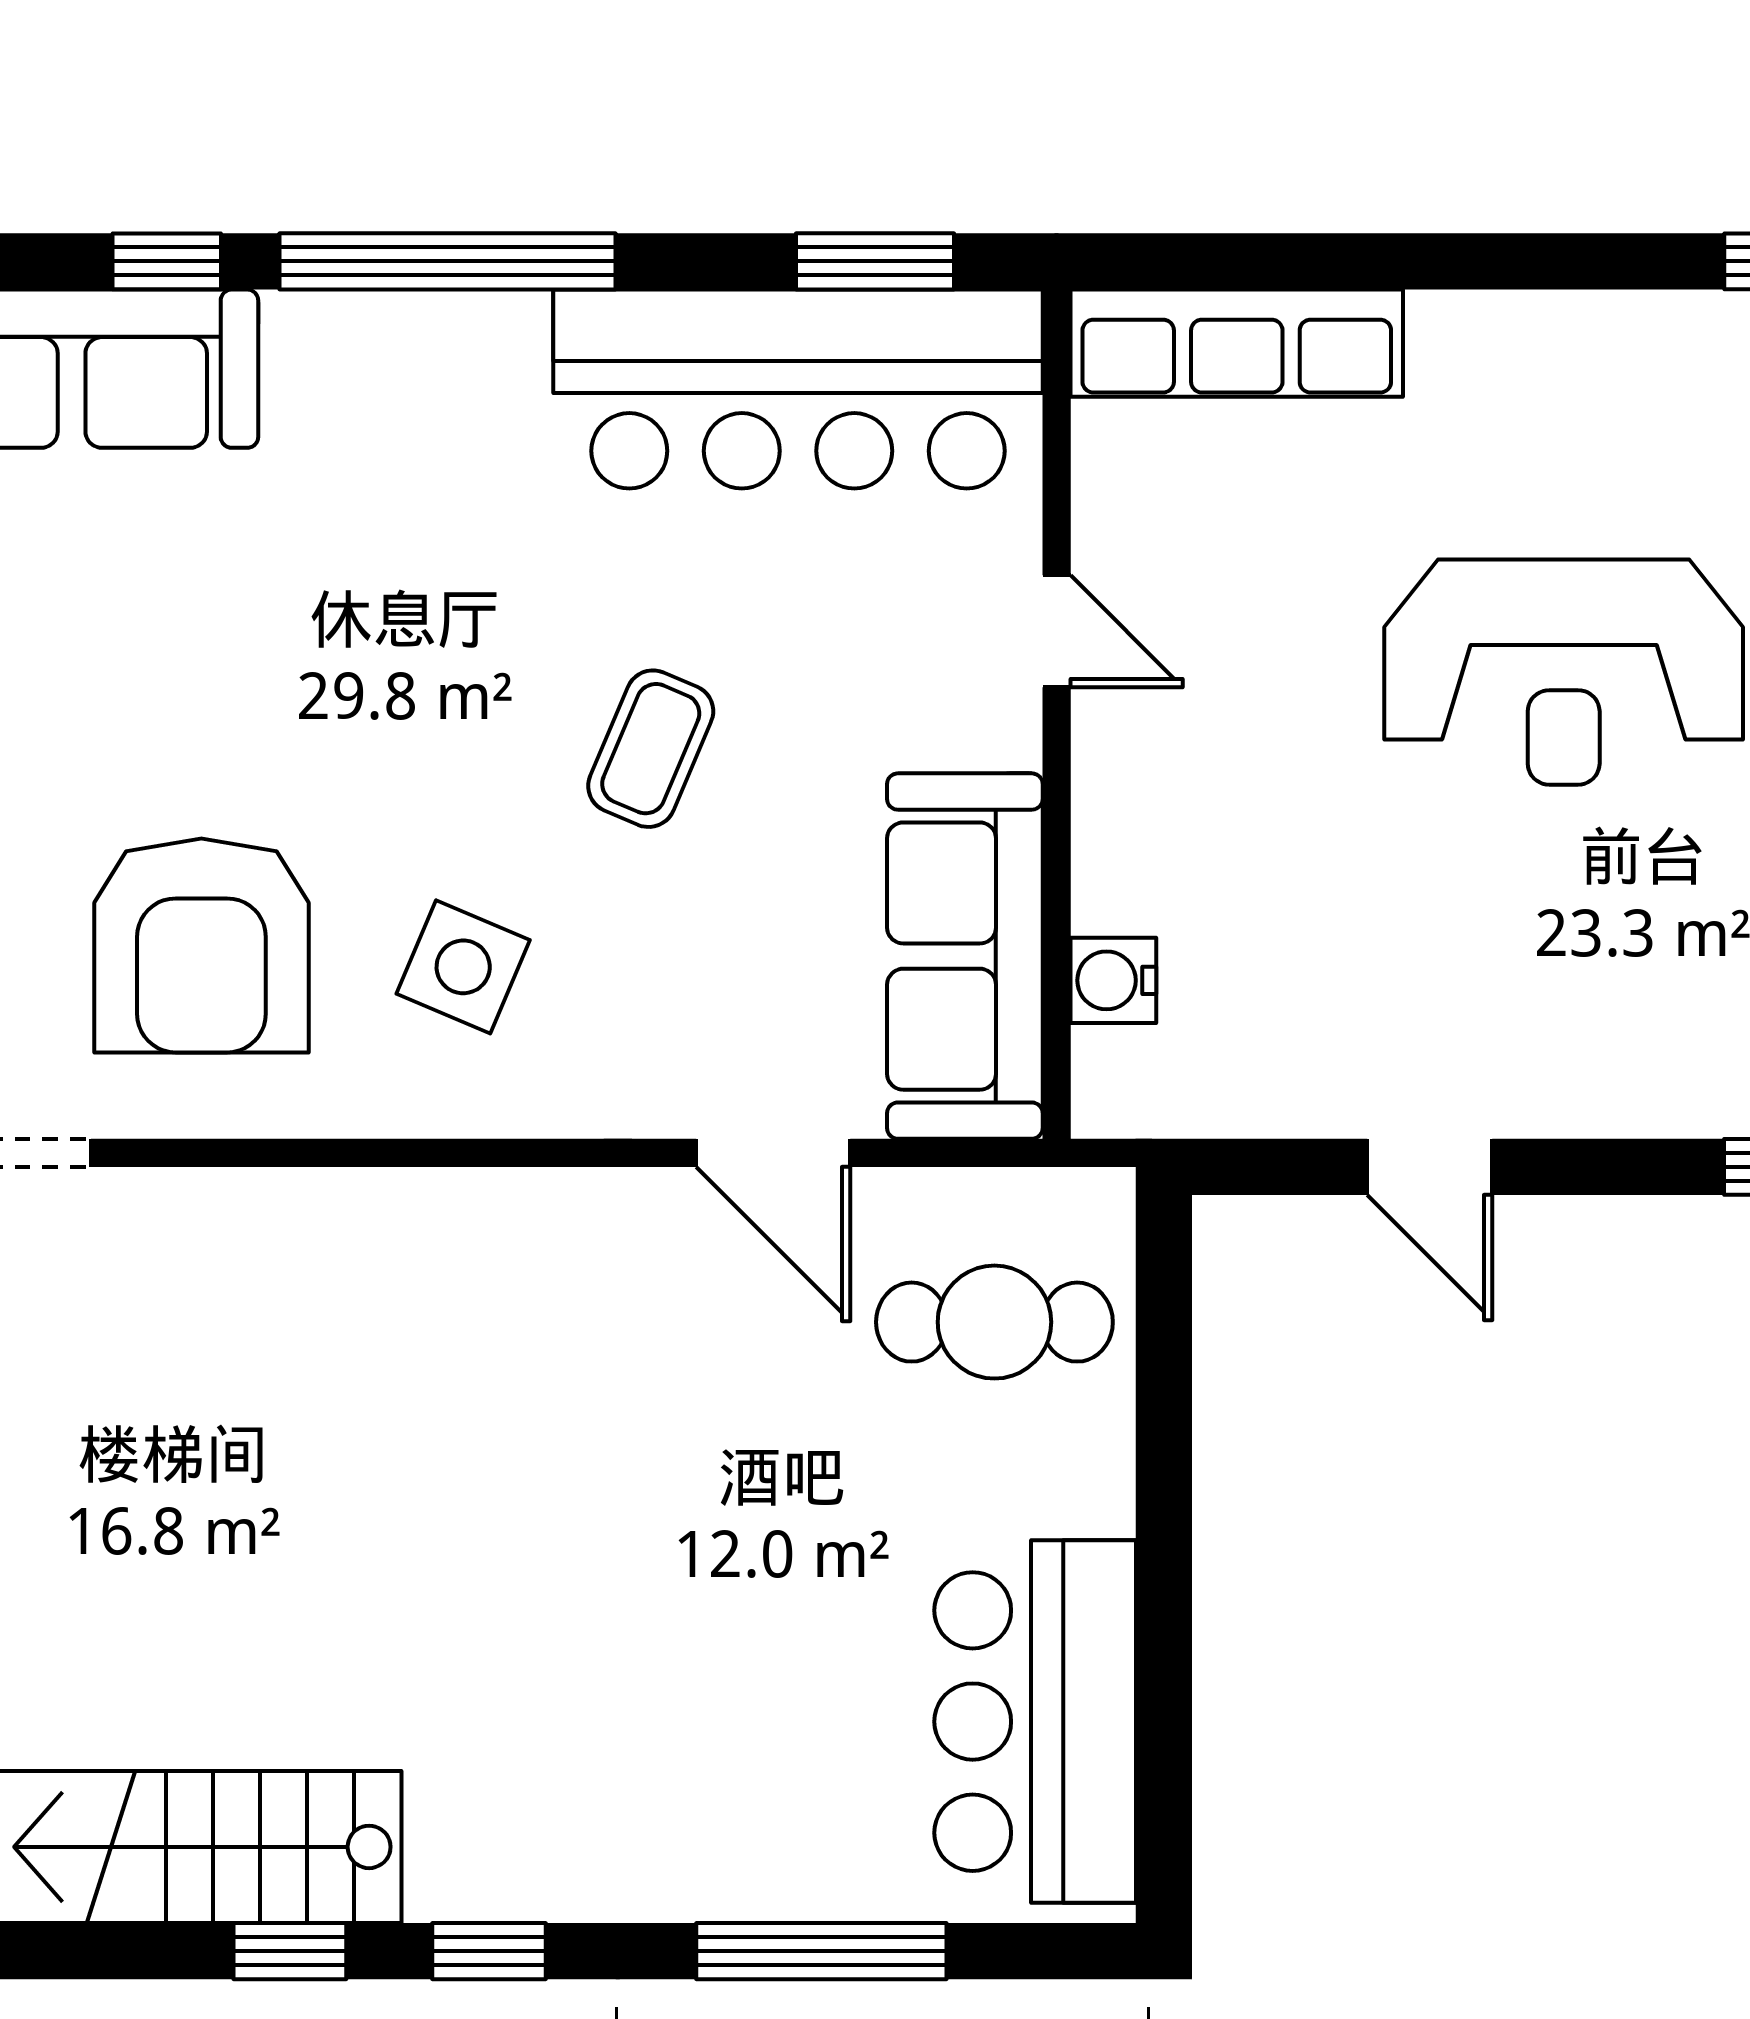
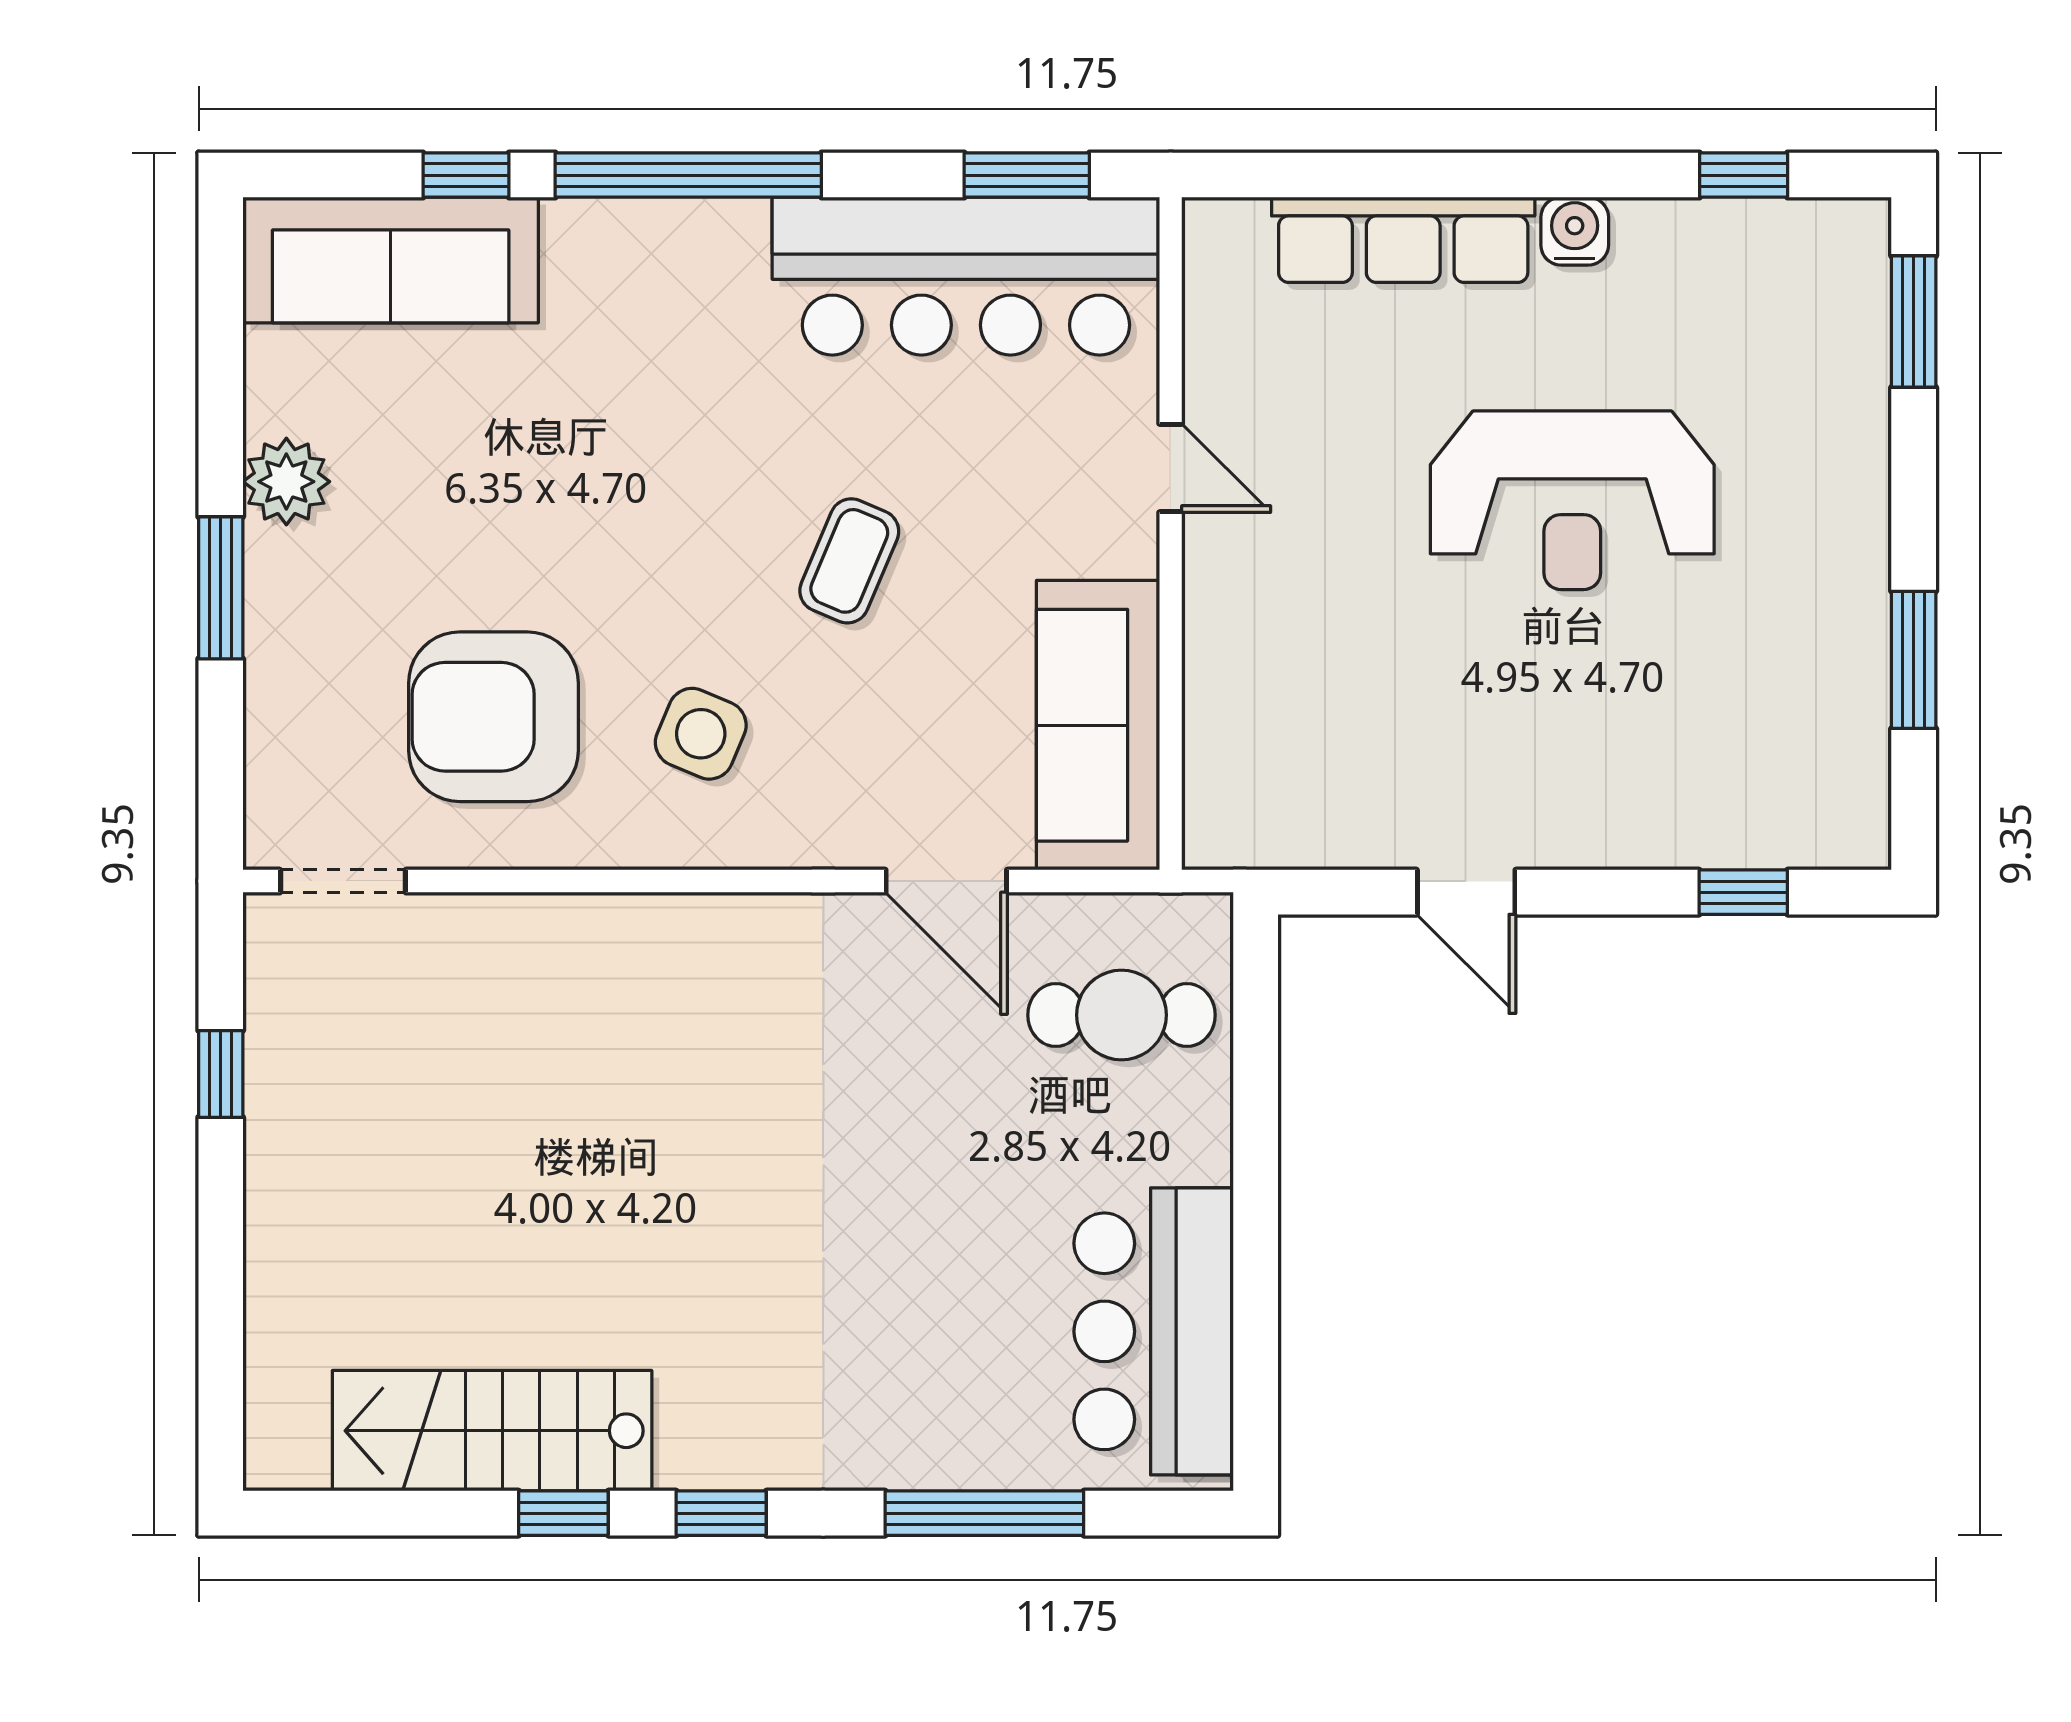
row of seats: (1237, 343) -> (1403, 240), moved
armchair: (201, 945) -> (493, 717), turned 90
water cooler: (1113, 980) -> (1575, 231), moved, turned 90

